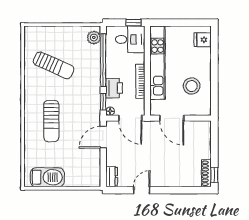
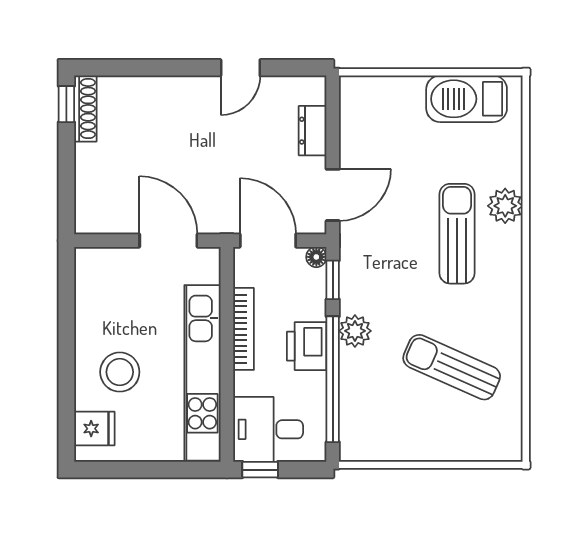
plant: (94, 38) -> (355, 331), moved
stool: (192, 86) -> (120, 372), moved
printer: (114, 88) -> (307, 346), moved
plant: (31, 133) -> (505, 206), added
dresser: (112, 177) -> (313, 131), moved

